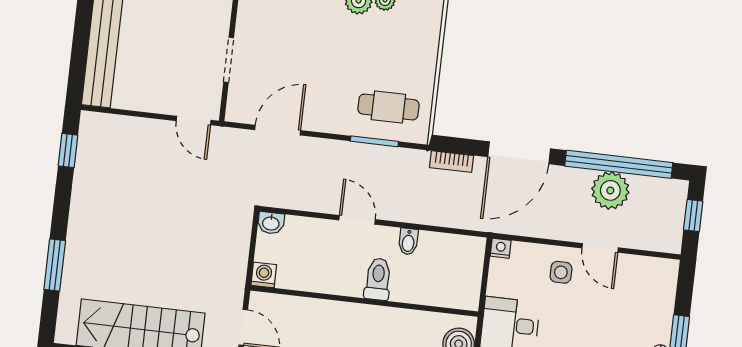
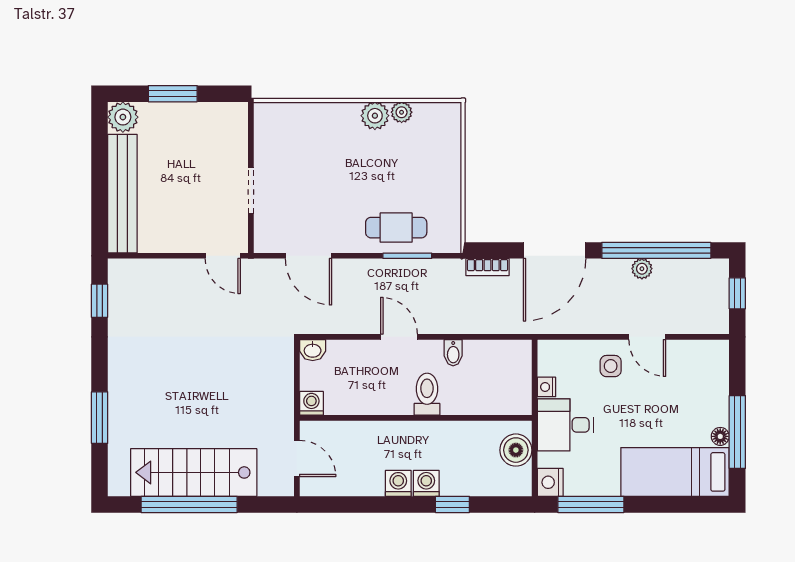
cafe table: (388, 107) -> (396, 228), moved
door: (278, 130) -> (308, 256), swing flipped
plant: (610, 190) -> (642, 269), width x0.53, depth x0.53
nightstand: (501, 248) -> (547, 387), moved, turned -90

